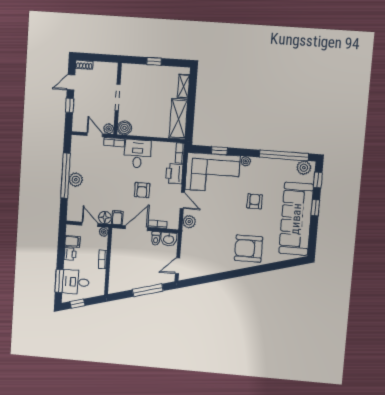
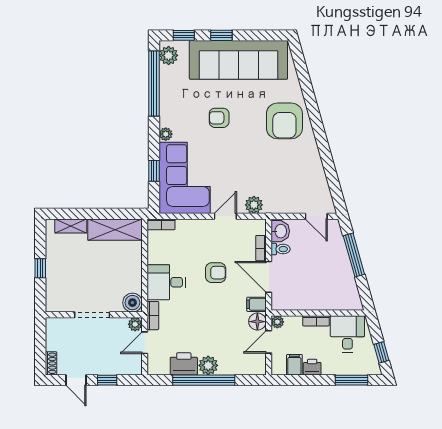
printer: (174, 174) -> (184, 364), moved, turned 180
desk: (76, 282) -> (347, 334), moved, turned 180

